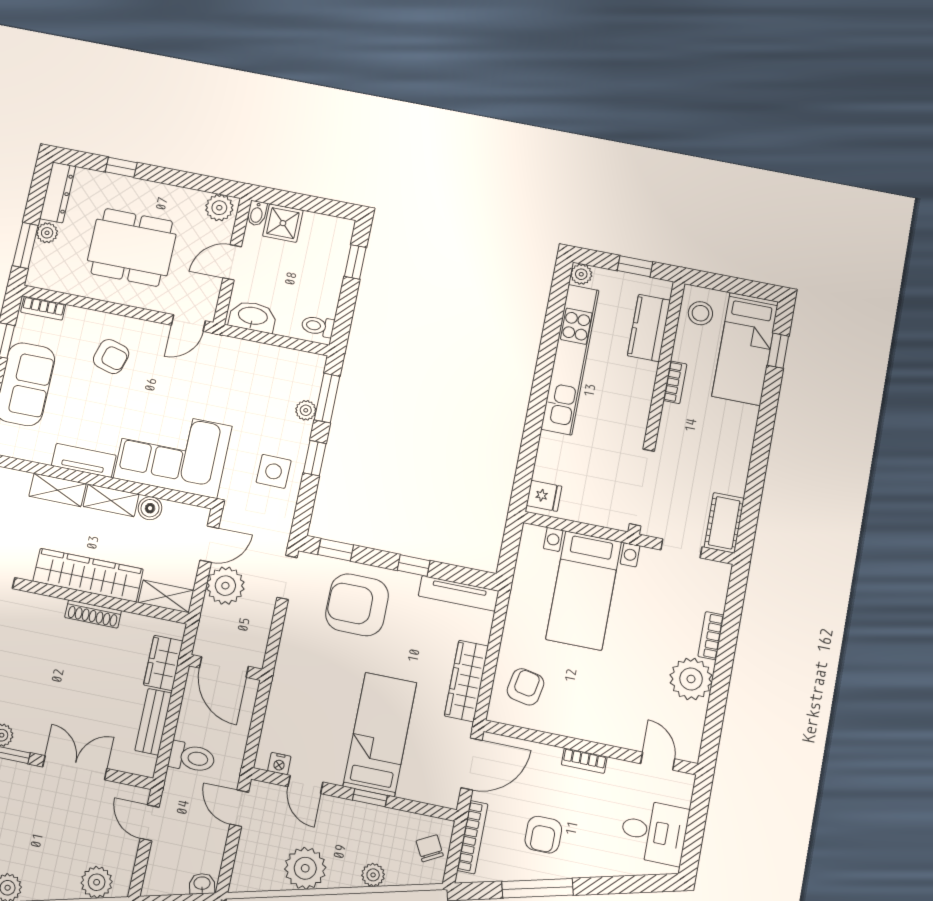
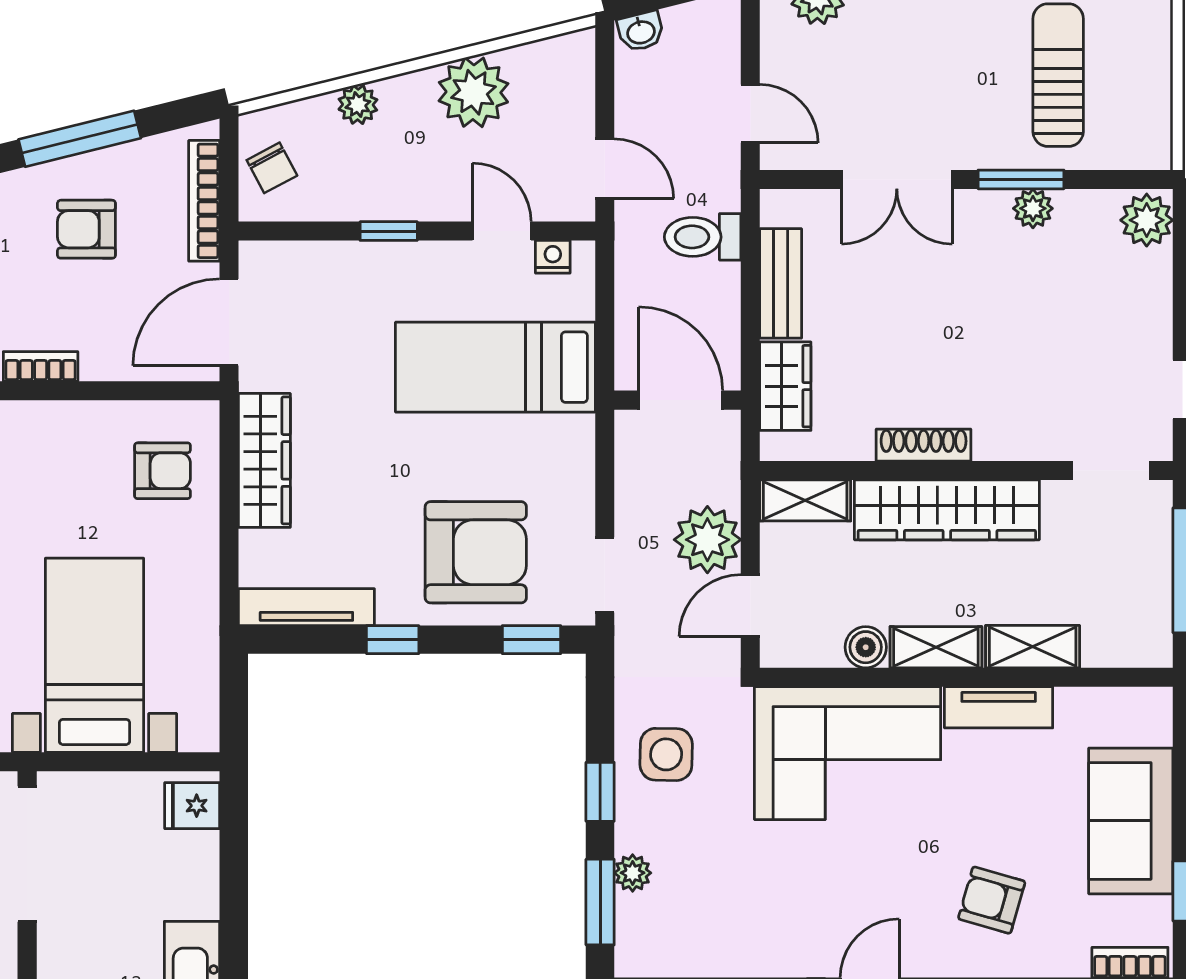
armchair: (526, 687) -> (163, 471), turned -101
bed: (380, 734) -> (495, 367), moved, turned 90
armchair: (543, 835) -> (86, 229), turned -90

